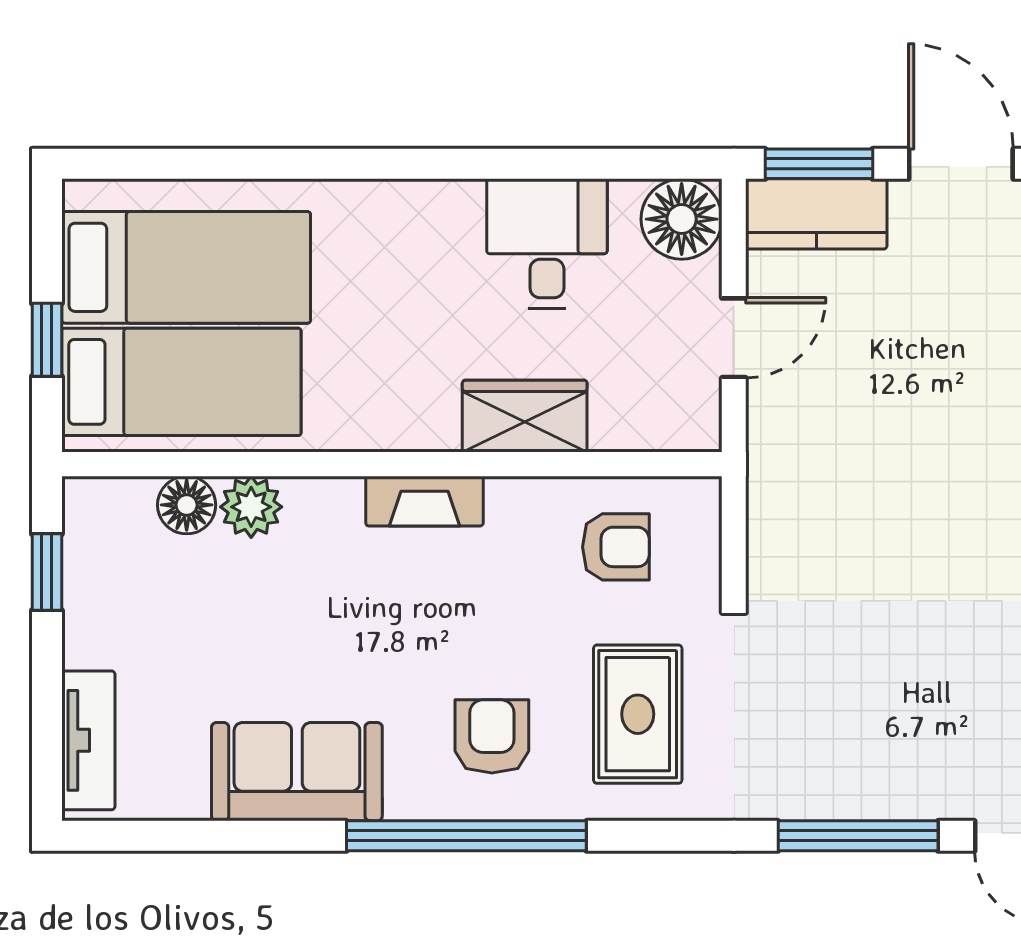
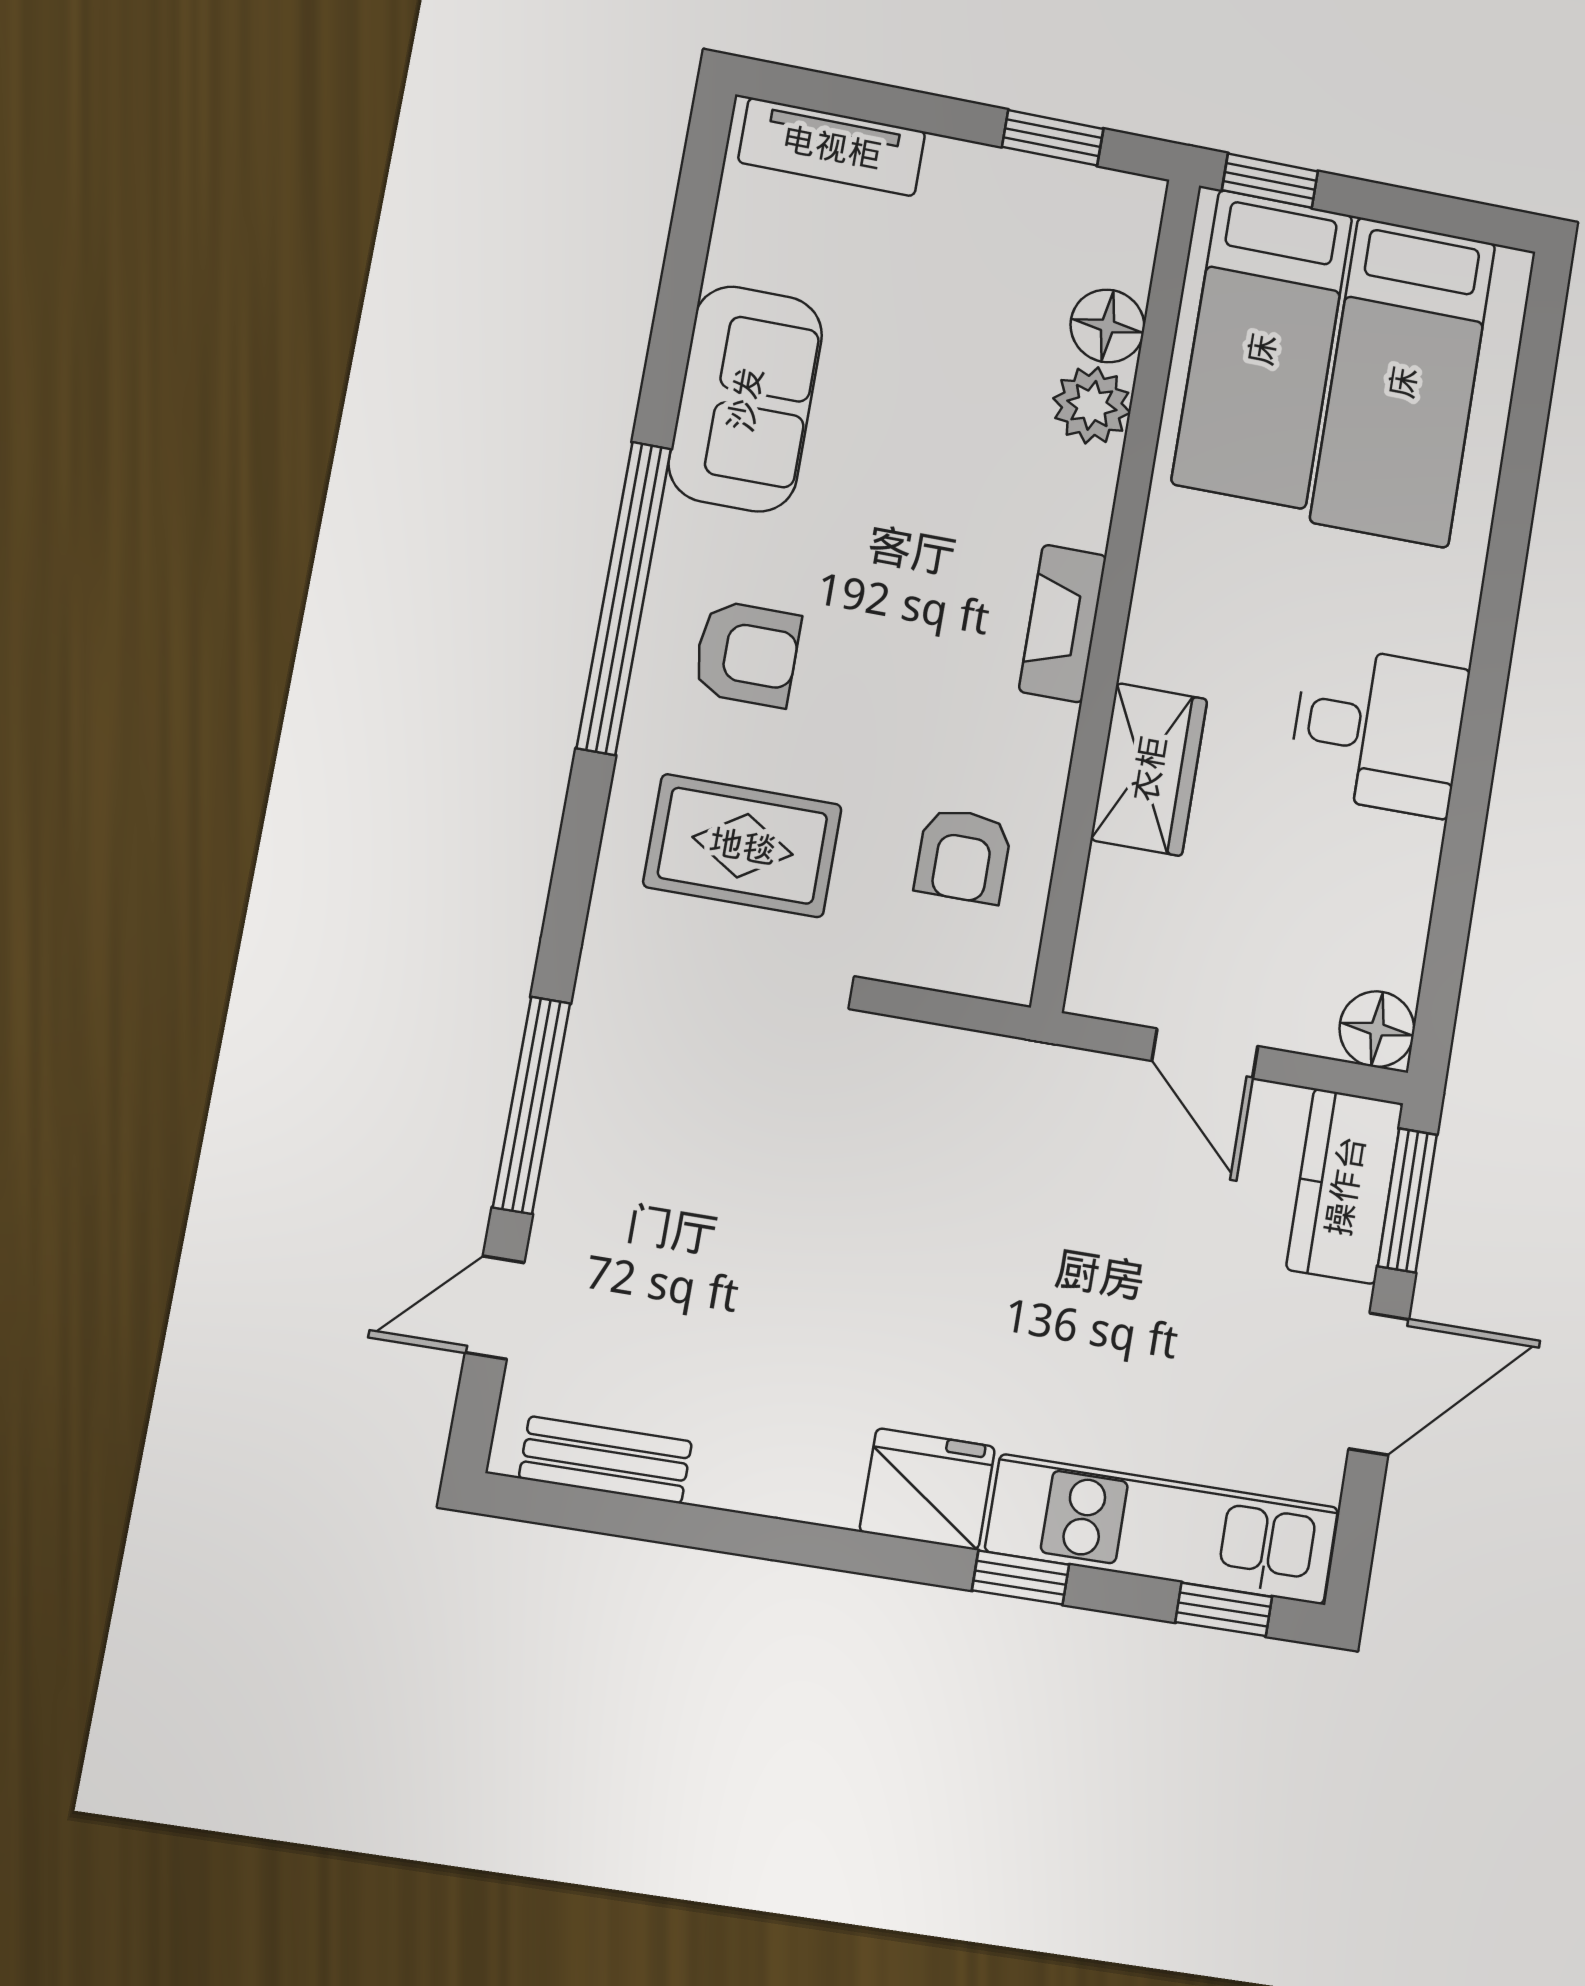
floor lamp: (682, 219) -> (1377, 1029), width x0.73, depth x0.73
desk: (547, 244) -> (1378, 730), moved
window: (47, 340) -> (1270, 181), moved

